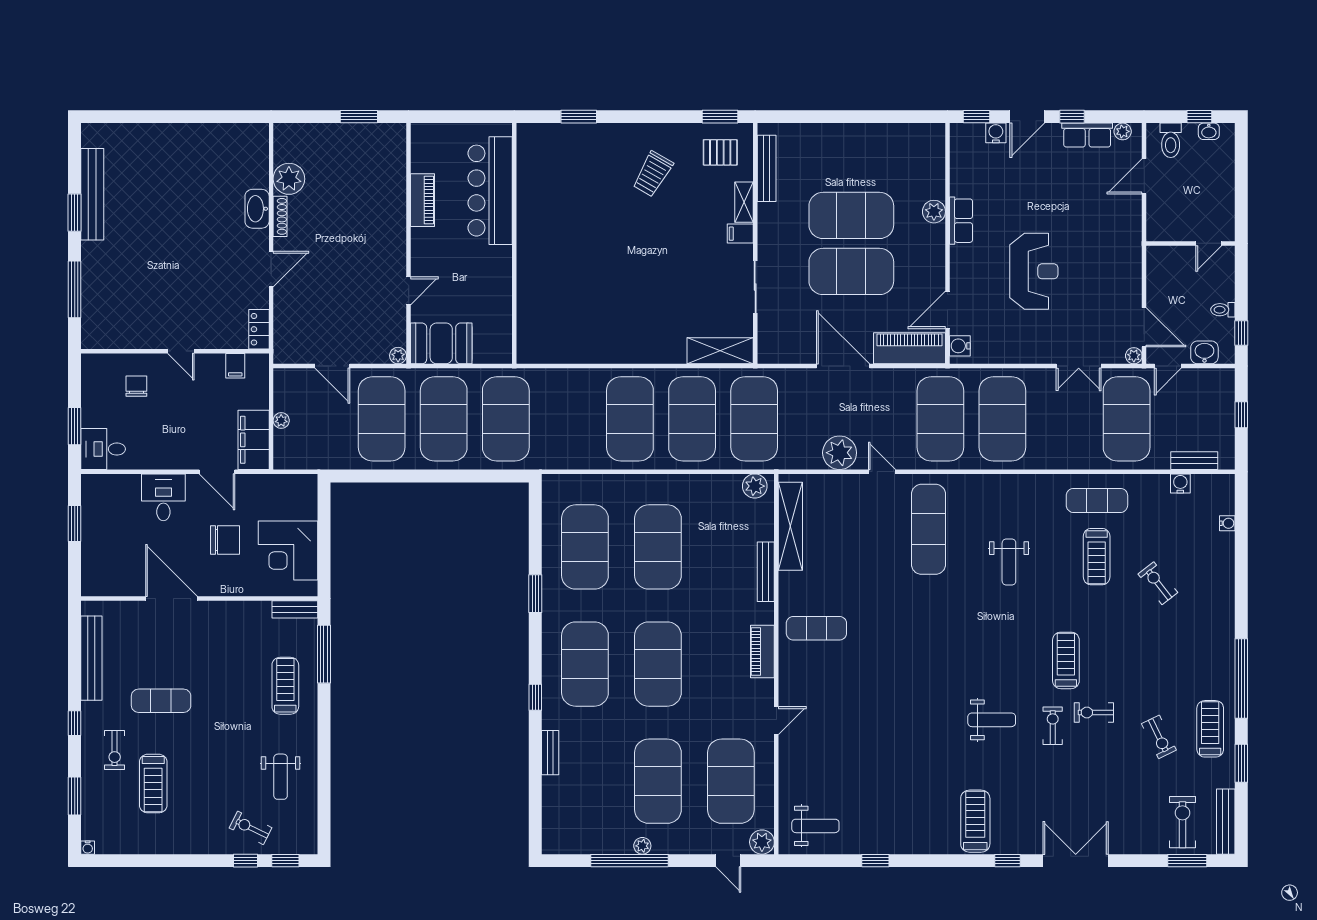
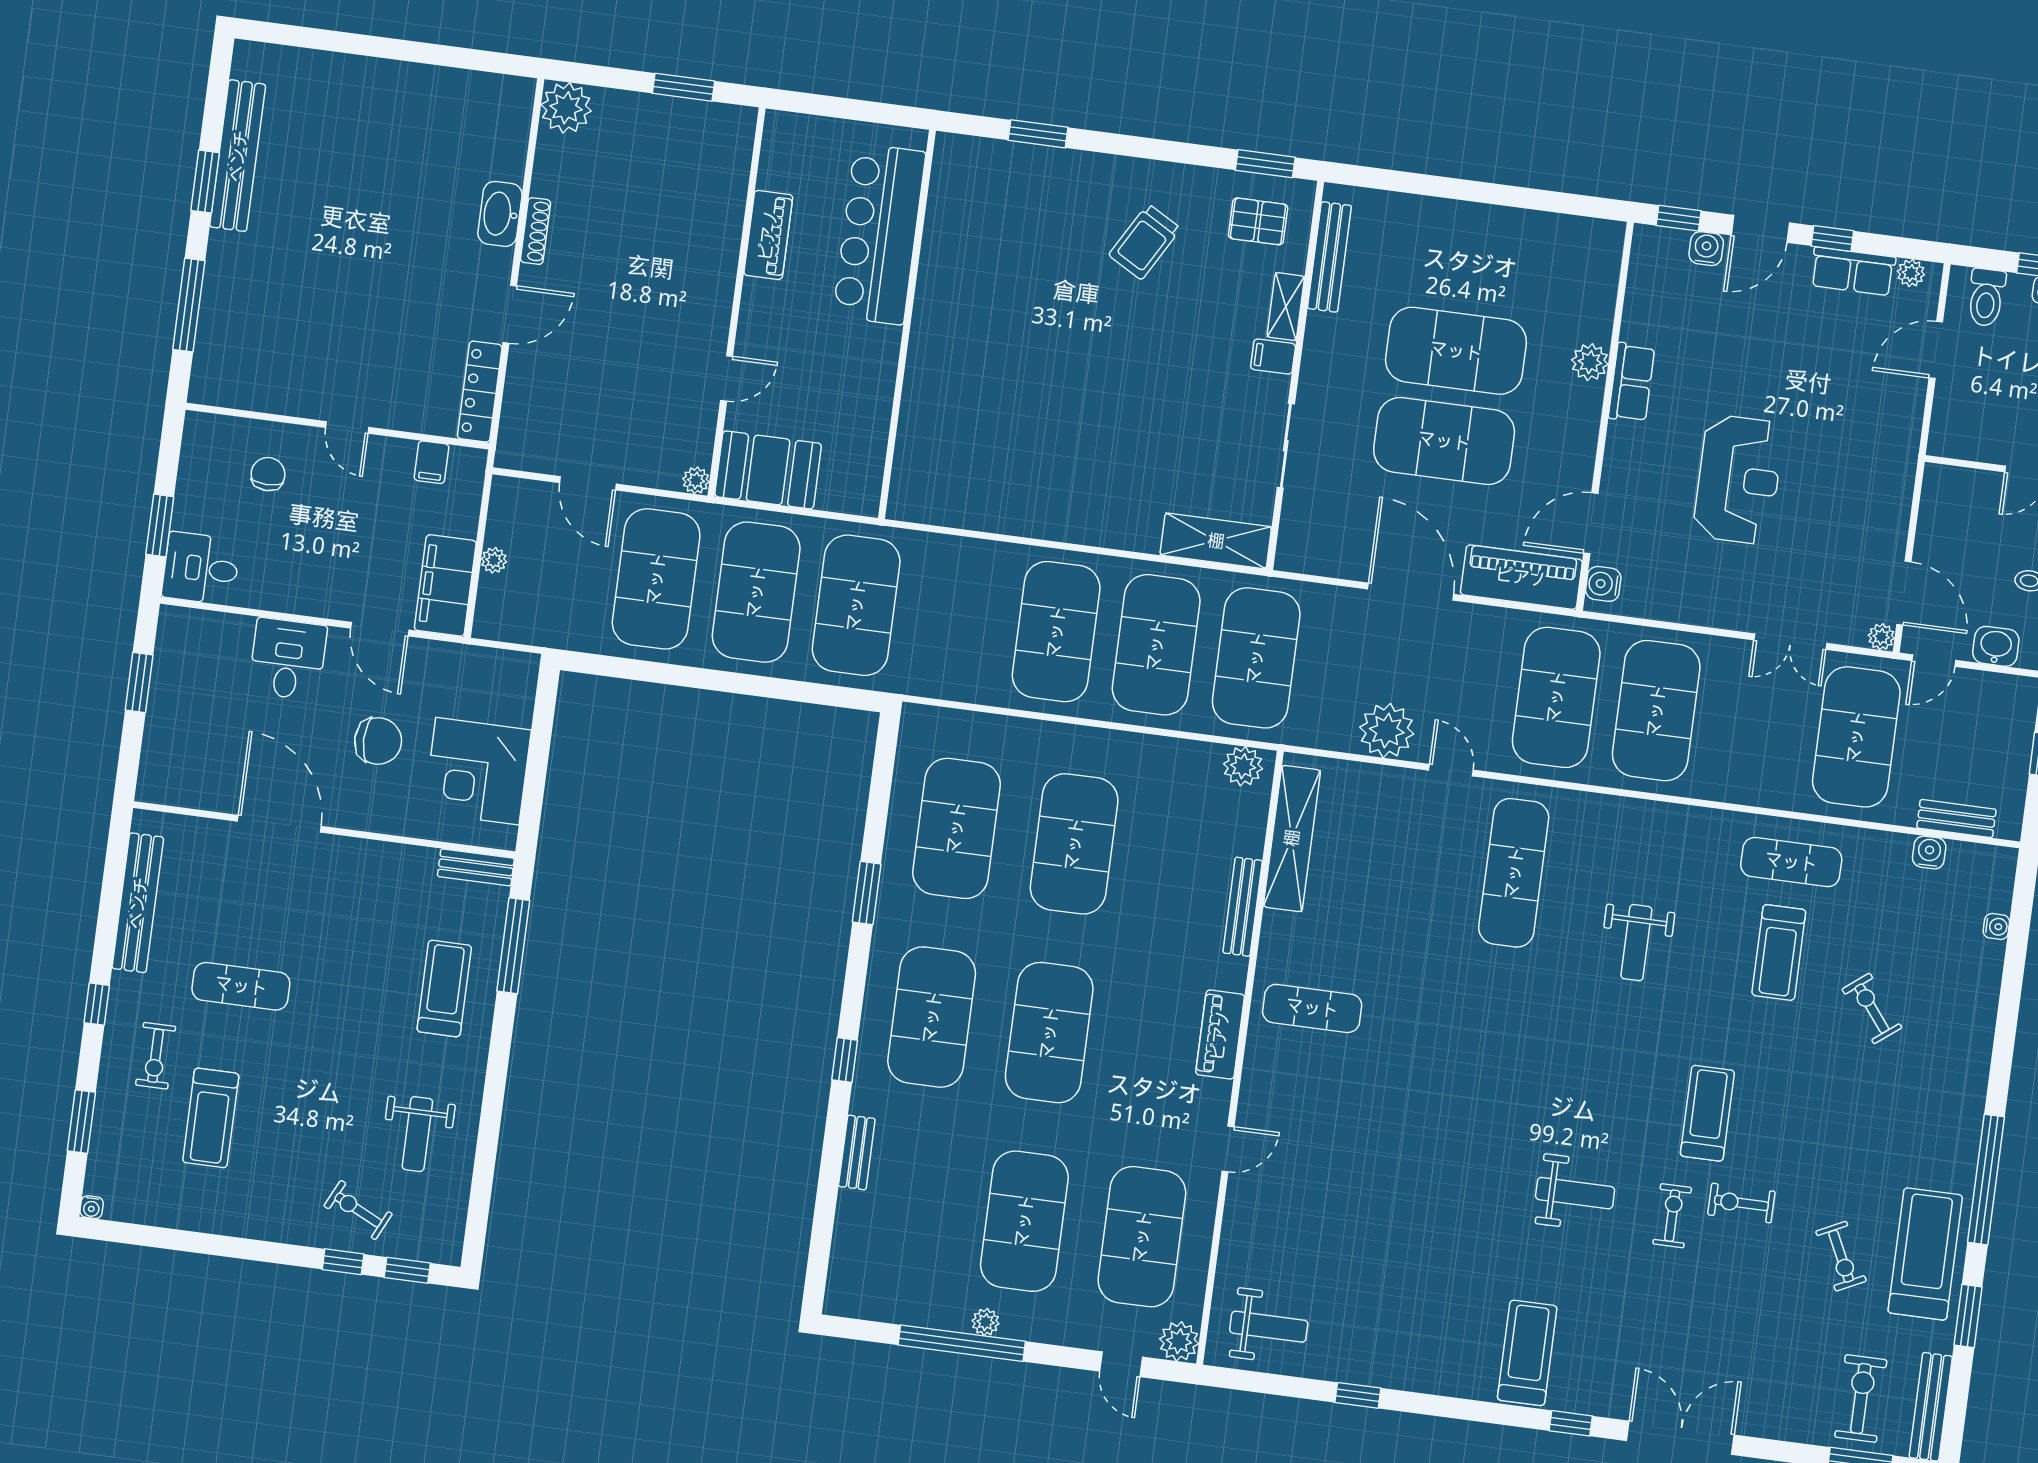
plant: (289, 179) -> (566, 108), moved
locker: (259, 329) -> (480, 392), width x1.53
treadmill: (1210, 729) -> (1925, 1254), width x1.37, depth x1.38

